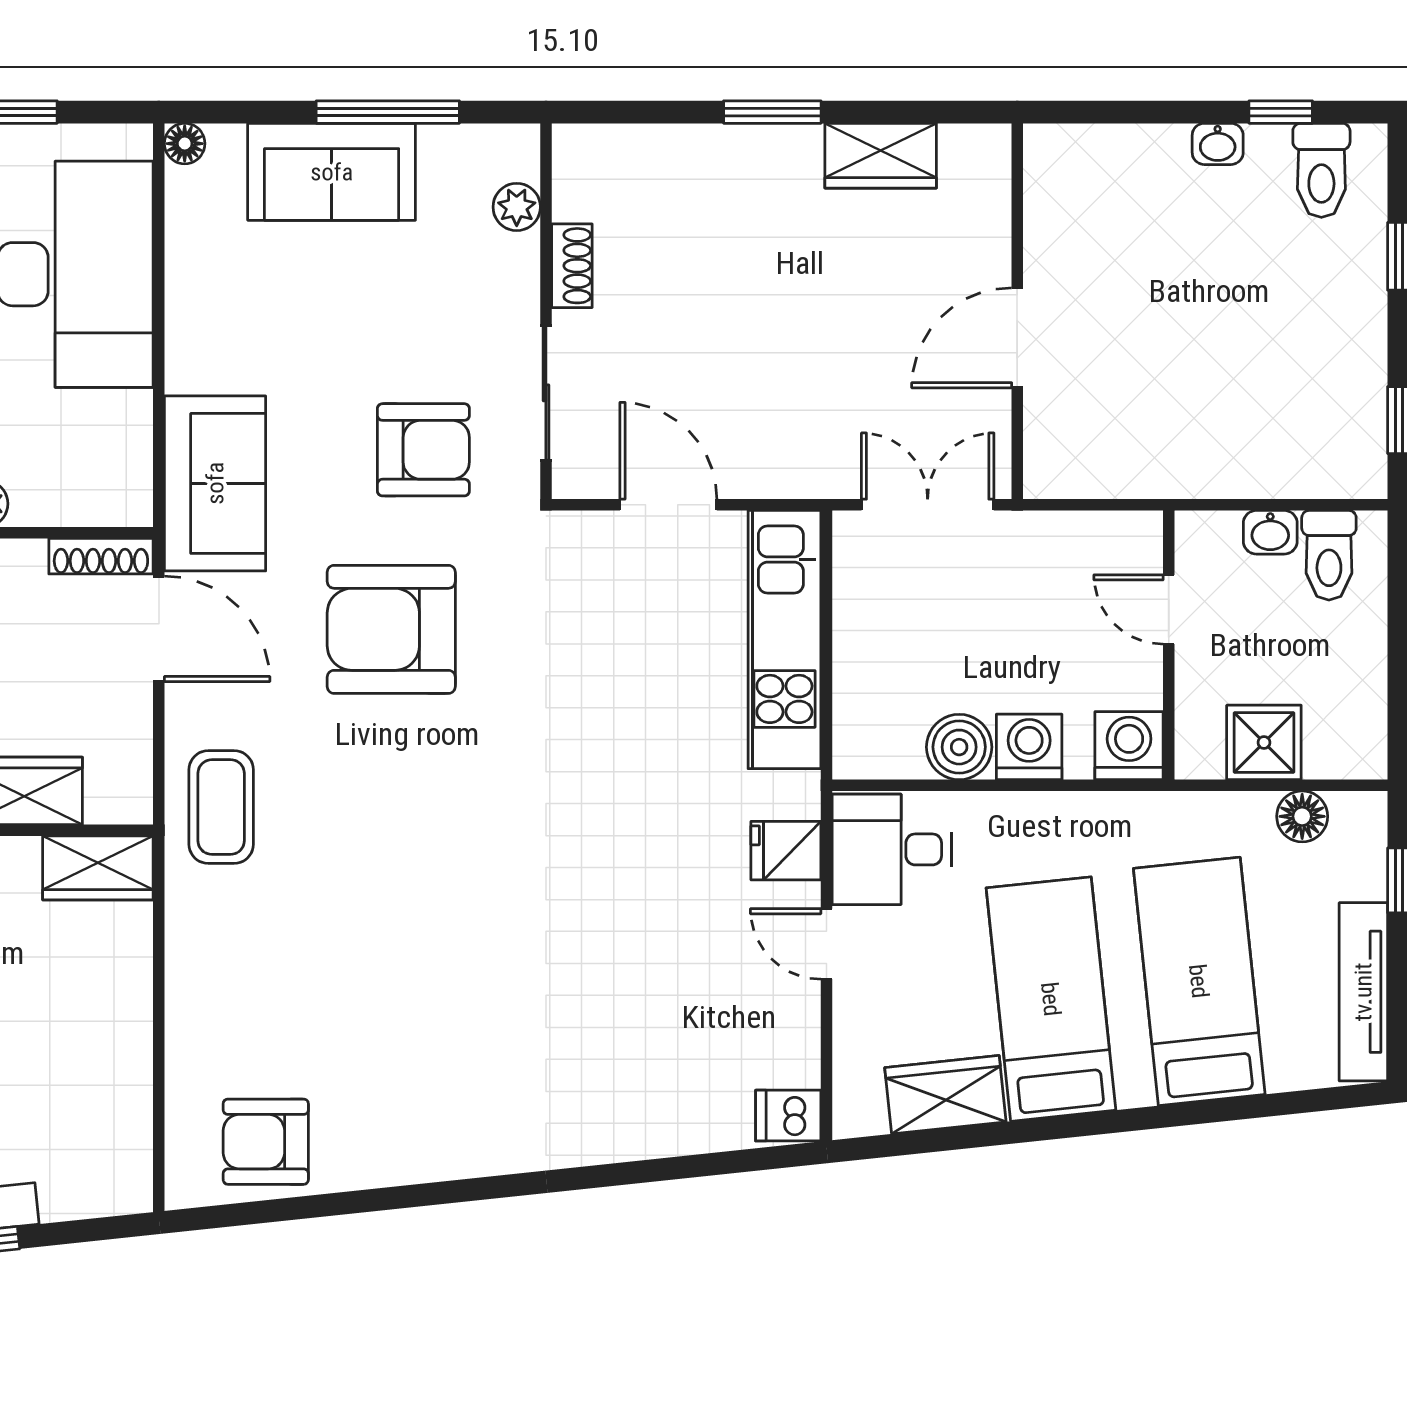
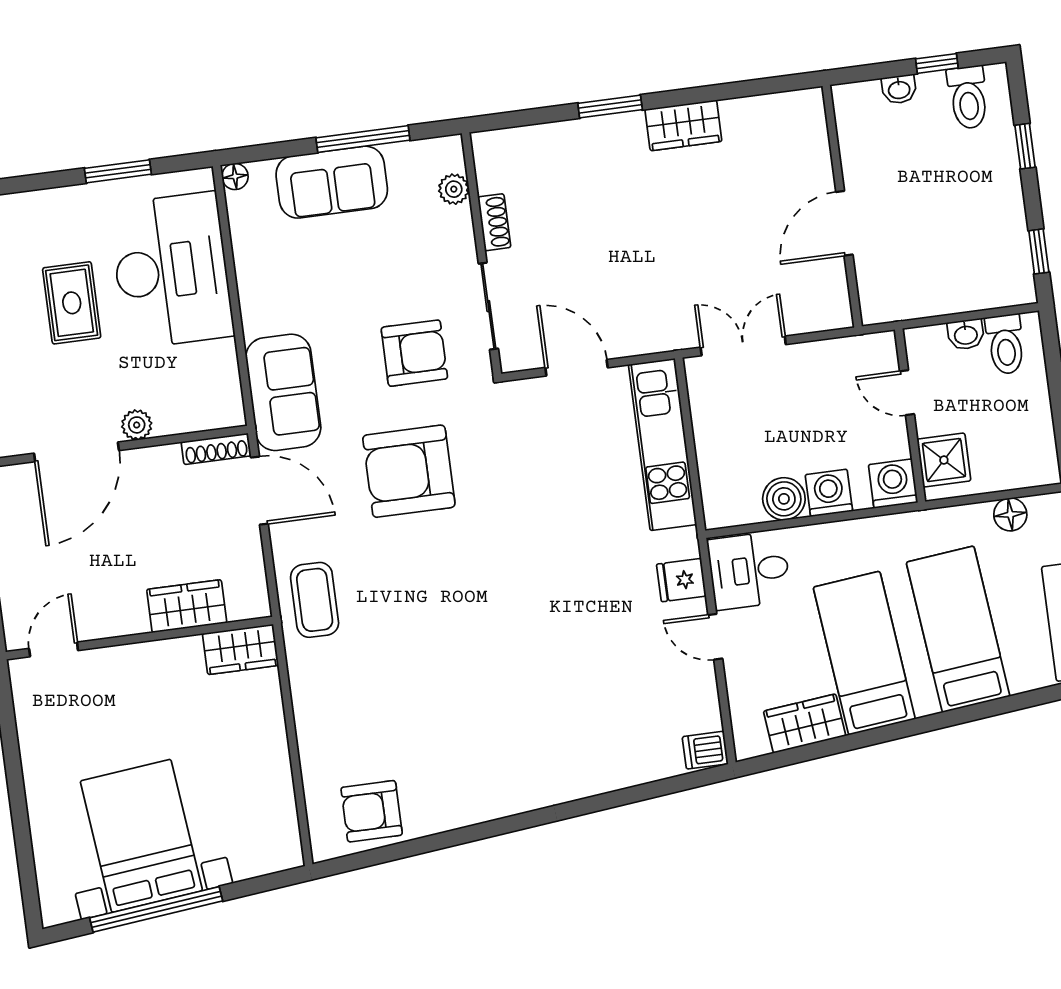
wall: (1017, 311) -> (842, 206), moved
door: (1017, 338) -> (844, 223), moved
shower: (1264, 742) -> (944, 460), moved

